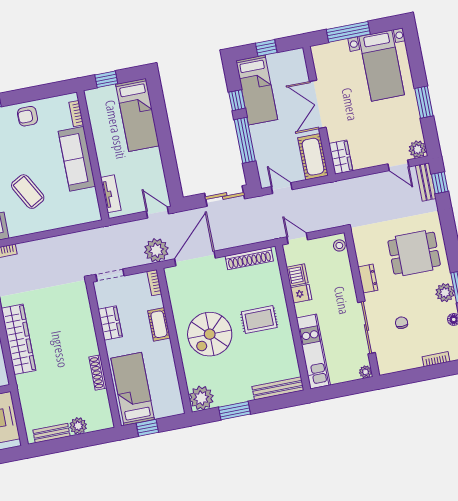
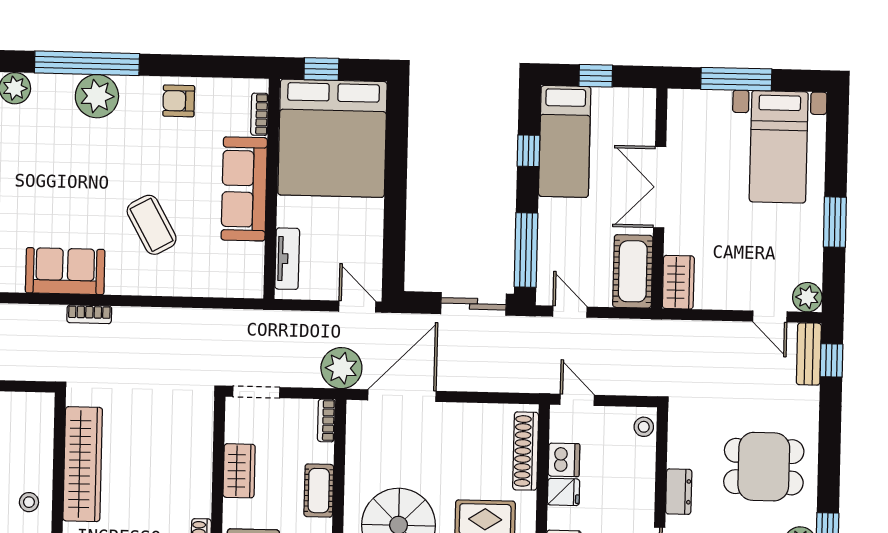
bed: (137, 115) -> (332, 138), width x2.04
window: (245, 140) -> (526, 250), moved
shoe rack: (249, 258) -> (526, 451), moved, turned 90

